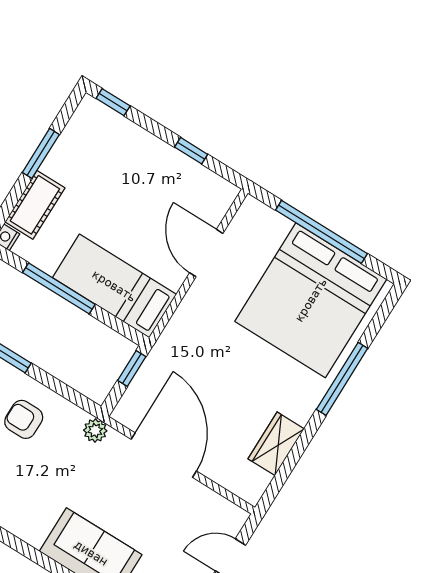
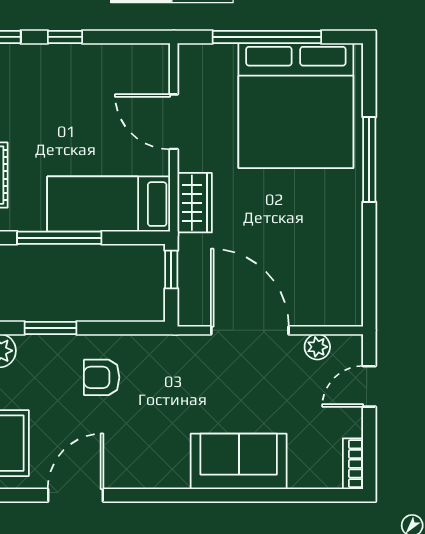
window: (191, 151) -> (65, 37), moved
plant: (95, 430) -> (317, 347), moved
wardrobe: (276, 444) -> (195, 203), moved, turned 180

